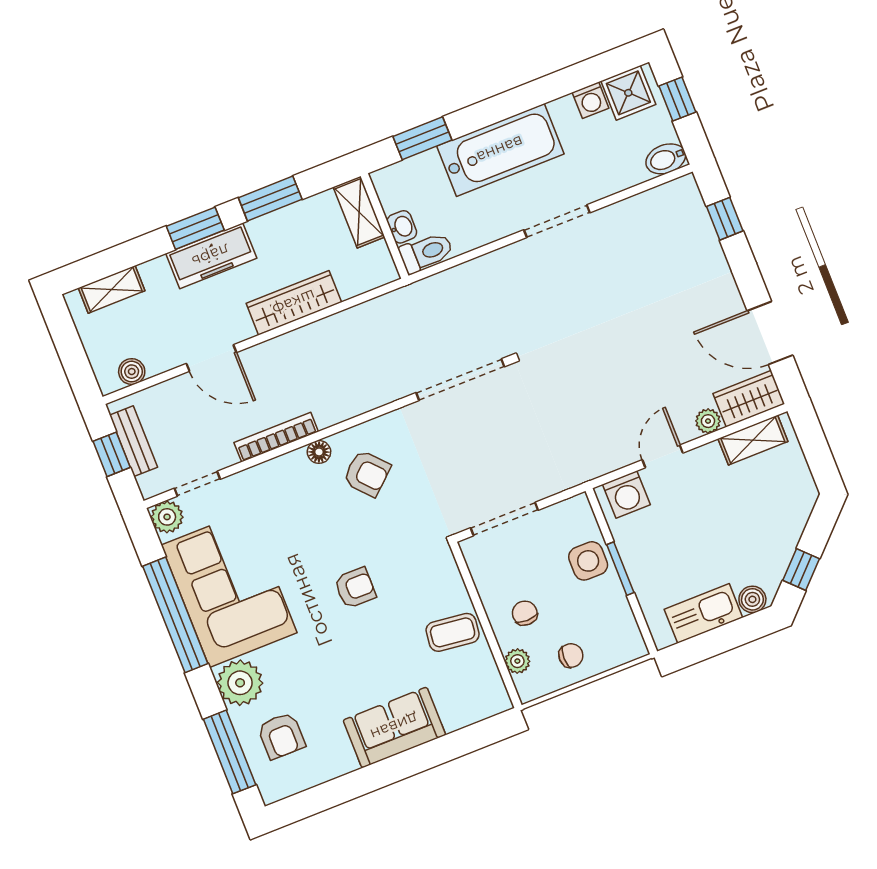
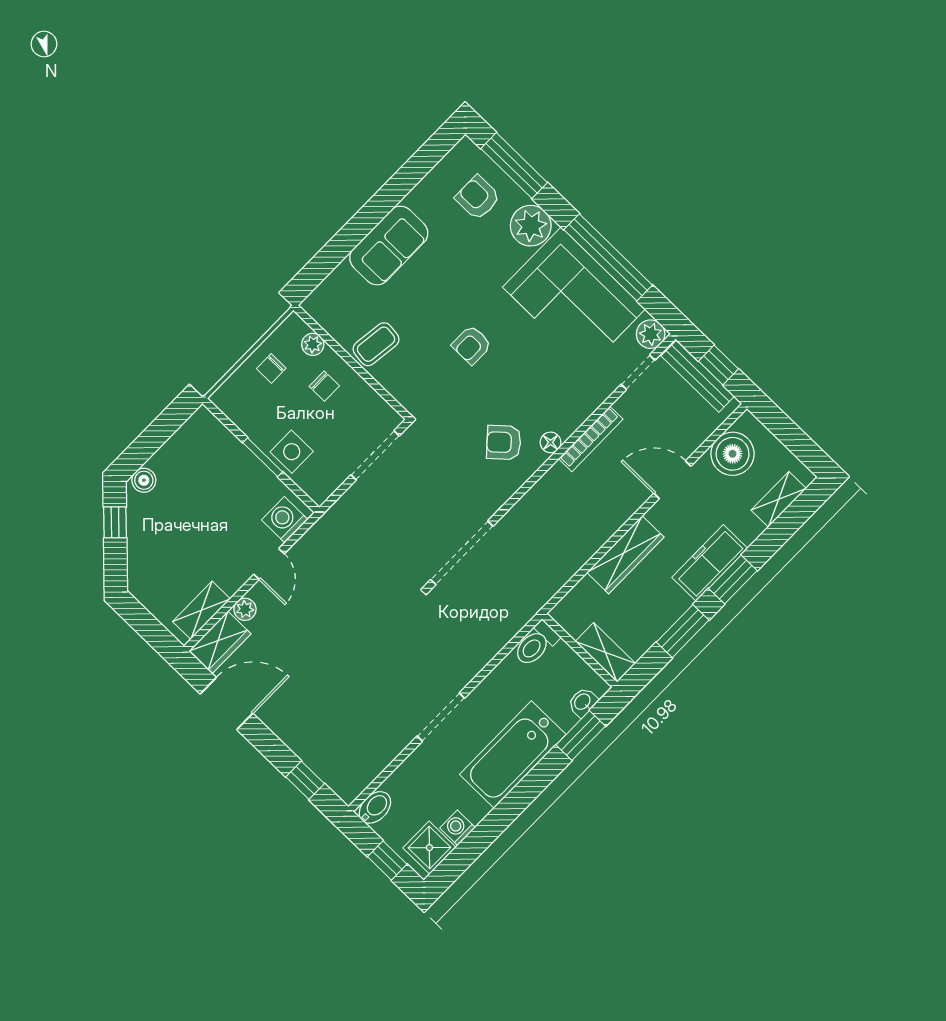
washbasin: (402, 227) -> (583, 702), moved, turned 90
boiler: (132, 372) -> (733, 454), width x1.86, depth x1.86
bench: (134, 441) -> (698, 376), width x1.36
kitchen sink: (703, 613) -> (179, 451), removed

